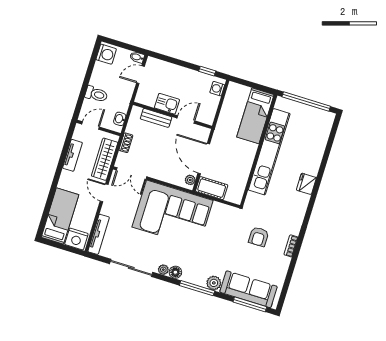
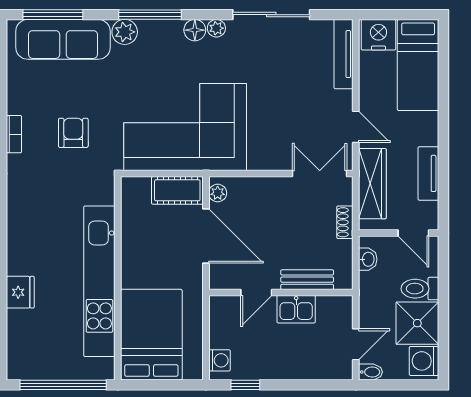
shower: (103, 76) -> (417, 323), added
bed: (255, 116) -> (151, 335), width x1.50
door: (91, 125) -> (413, 233), hinge flipped
fridge: (306, 184) -> (20, 292), moved
corner sofa: (173, 214) -> (185, 127), moved

